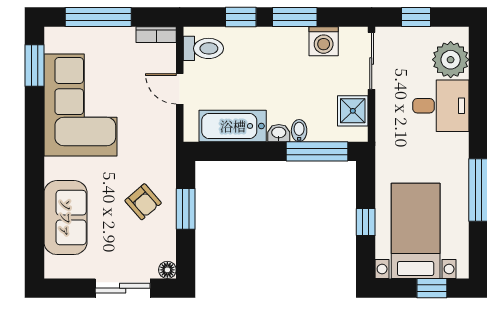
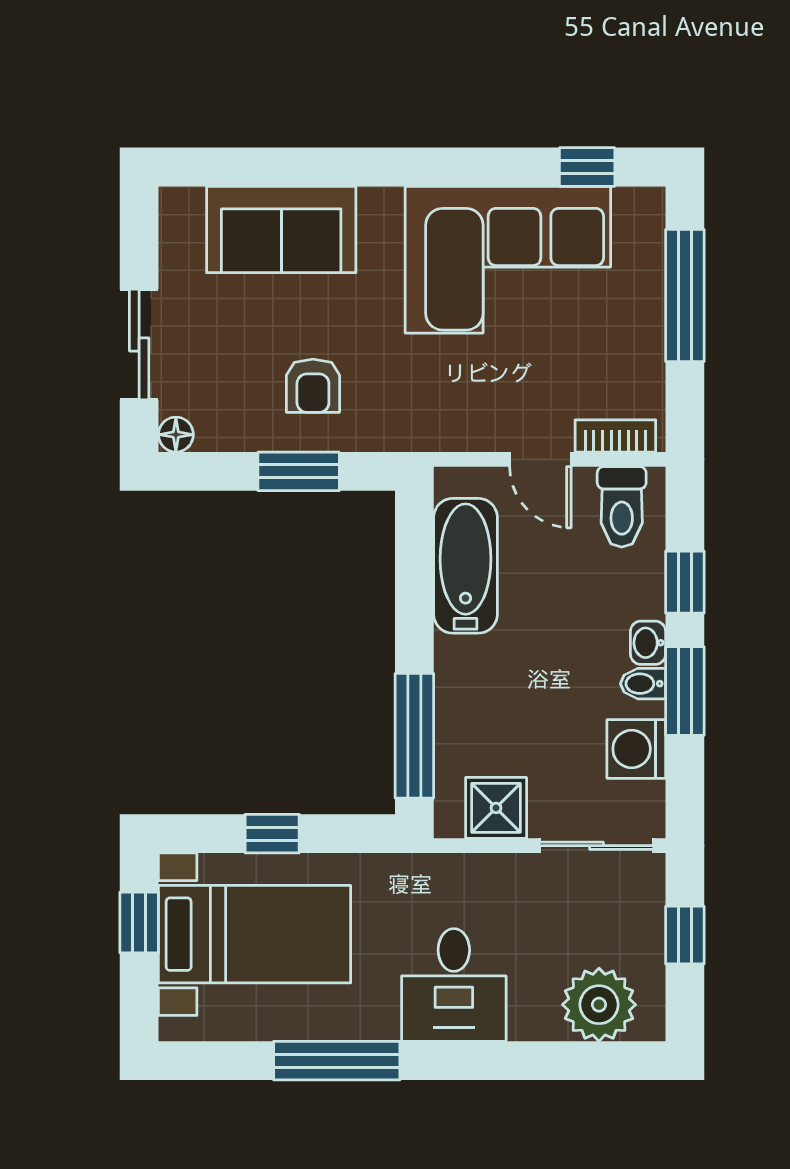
bookcase: (156, 35) -> (615, 436), moved, turned 90
window: (34, 66) -> (587, 167), width x0.67
door: (180, 89) -> (540, 459), swing flipped
desk: (441, 106) -> (454, 985), moved
bidet: (299, 131) -> (643, 684), moved, turned 180
washbasin: (279, 133) -> (648, 643), moved, turned 180
armchair: (143, 202) -> (313, 386), turned -49
window: (432, 288) -> (139, 923), moved

